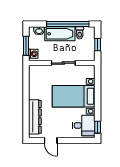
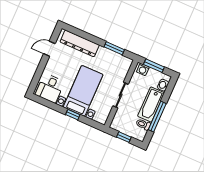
window: (68, 24) -> (157, 117), width x0.68
window: (26, 86) -> (114, 48), added
window: (98, 127) -> (73, 115), moved

